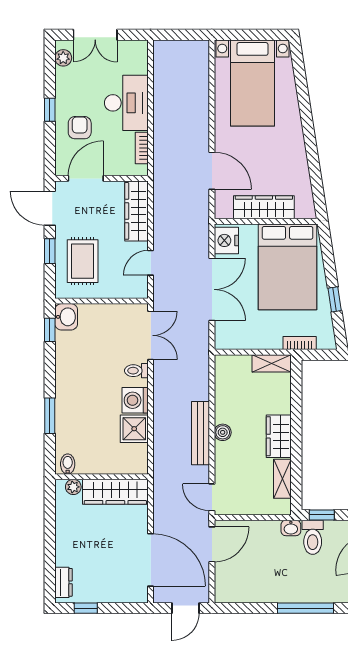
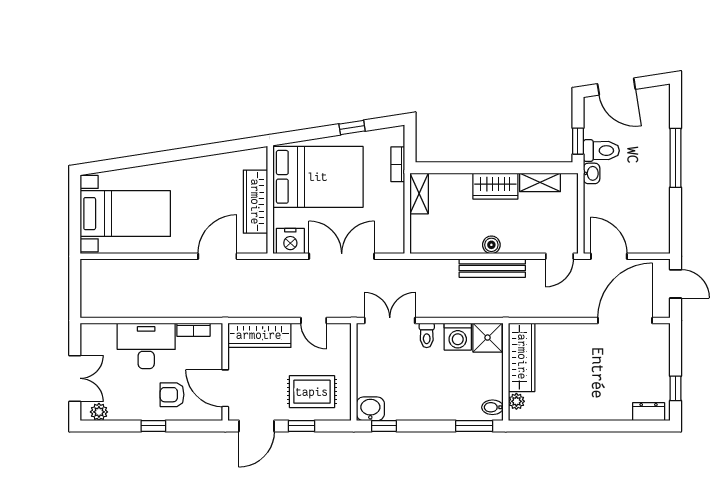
bidet: (68, 464) -> (492, 407), moved
wall: (101, 477) -> (506, 372), moved
plant: (73, 487) -> (516, 401), moved
wardrobe: (115, 492) -> (522, 357), moved

